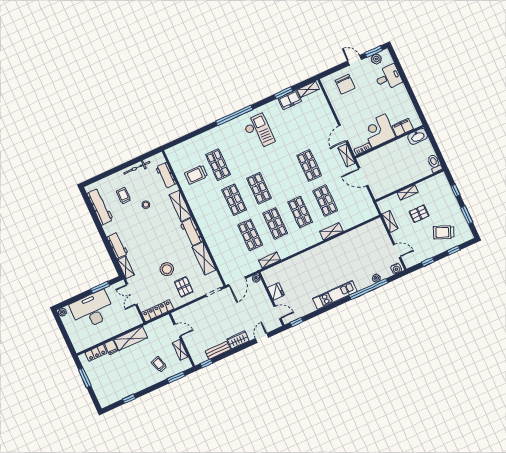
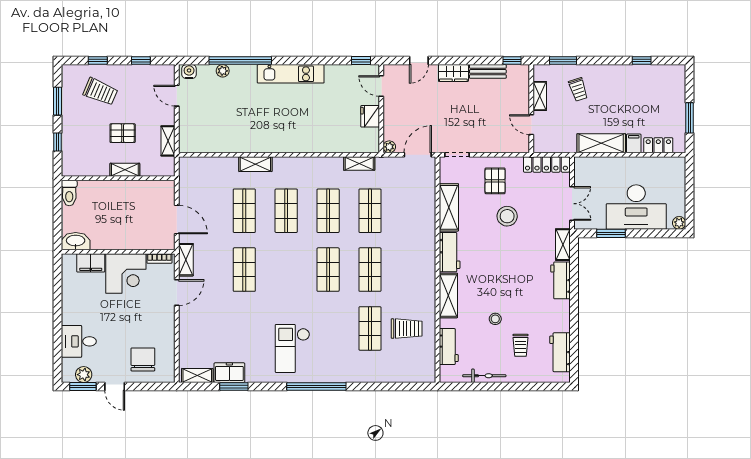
workbench: (100, 207) -> (560, 352), width x0.73

